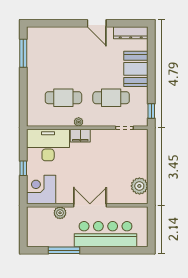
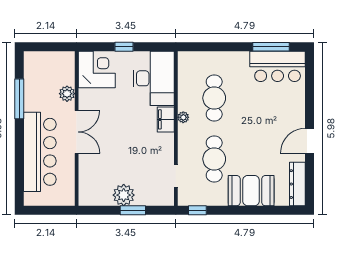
bar counter: (39, 48) -> (278, 66), added
window: (151, 161) -> (133, 210), added
plant: (139, 186) -> (124, 195), moved

